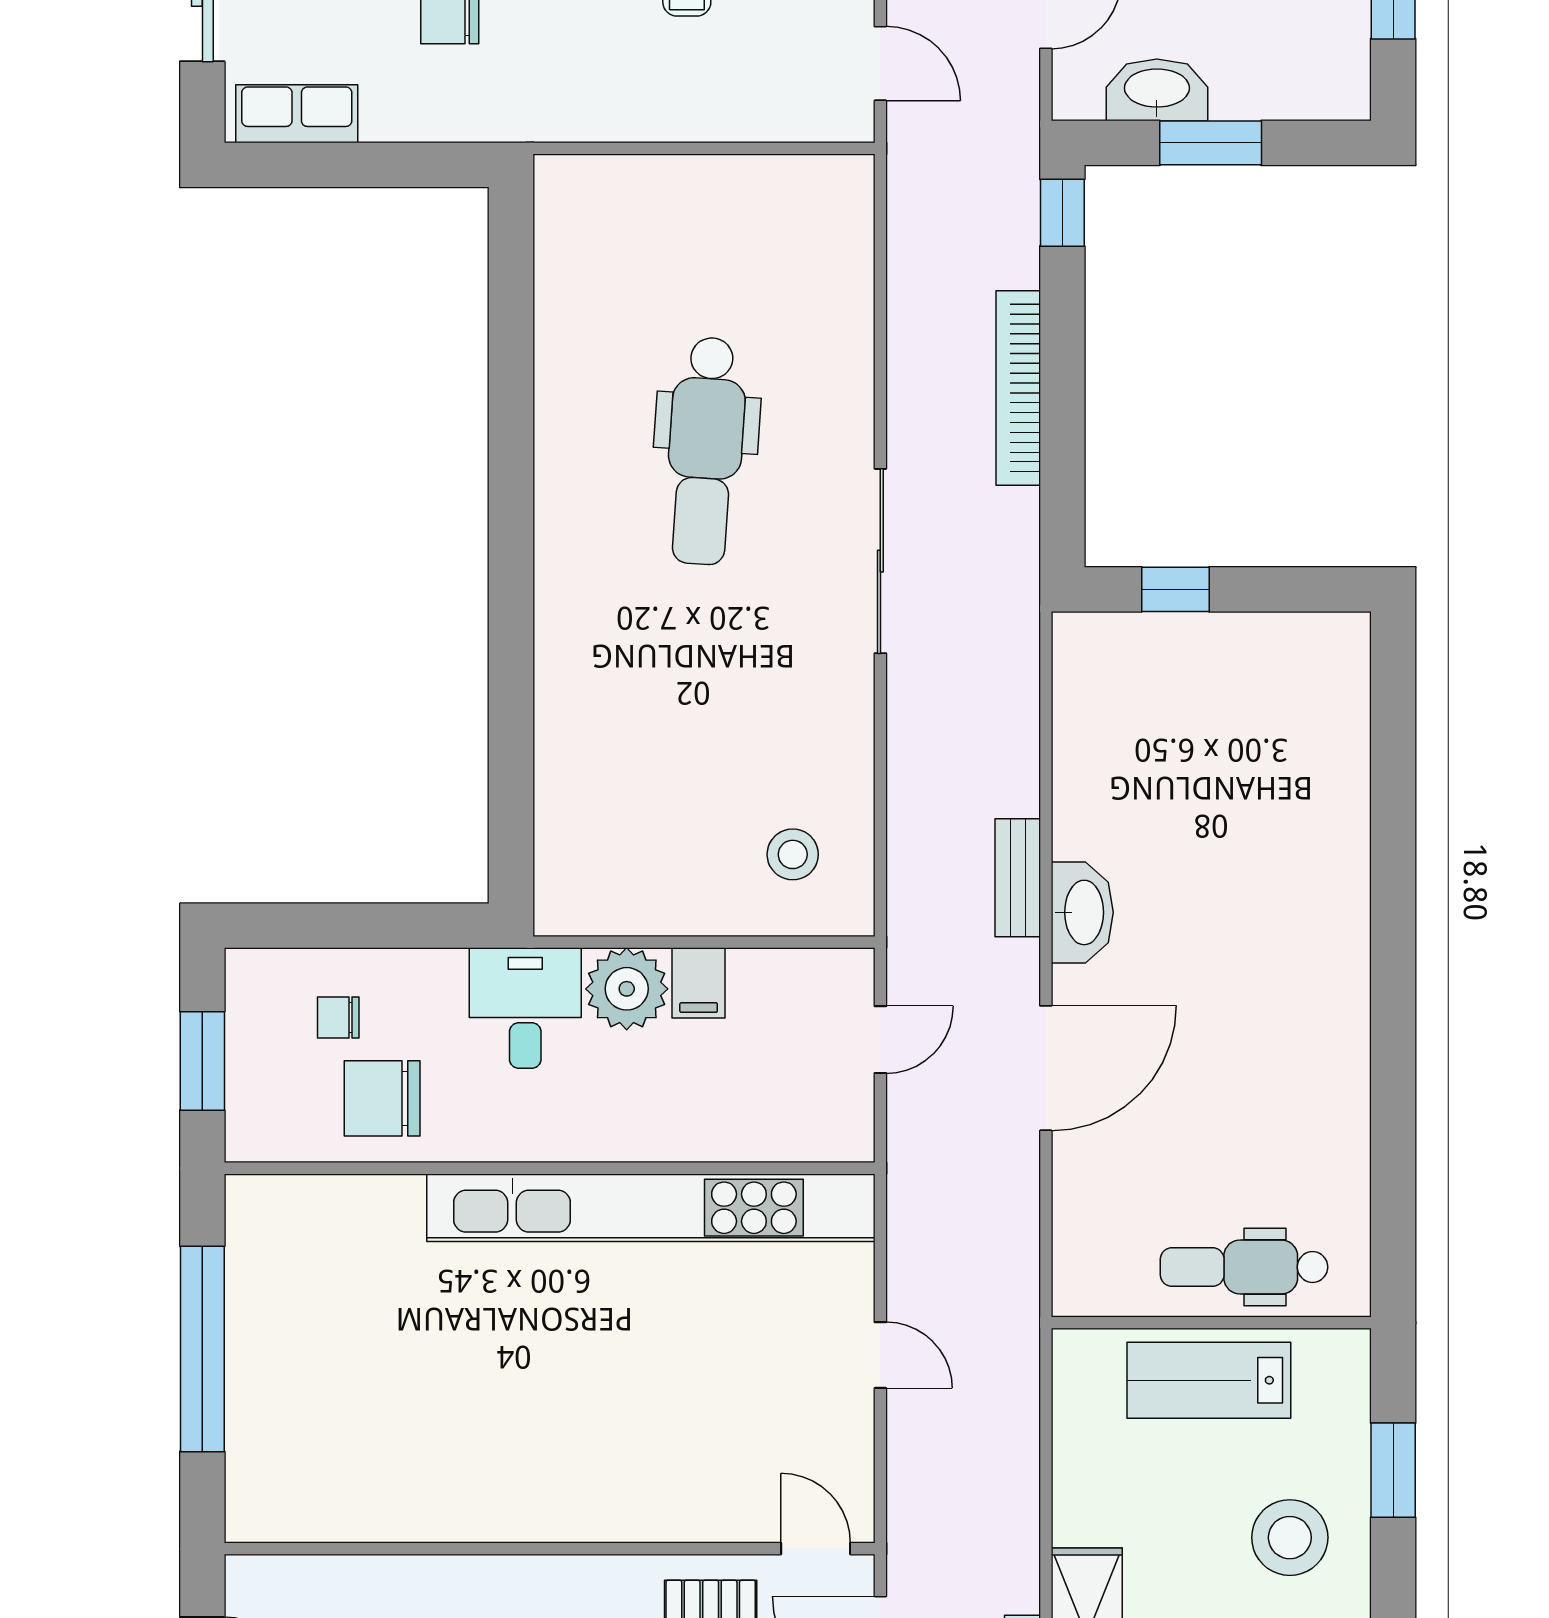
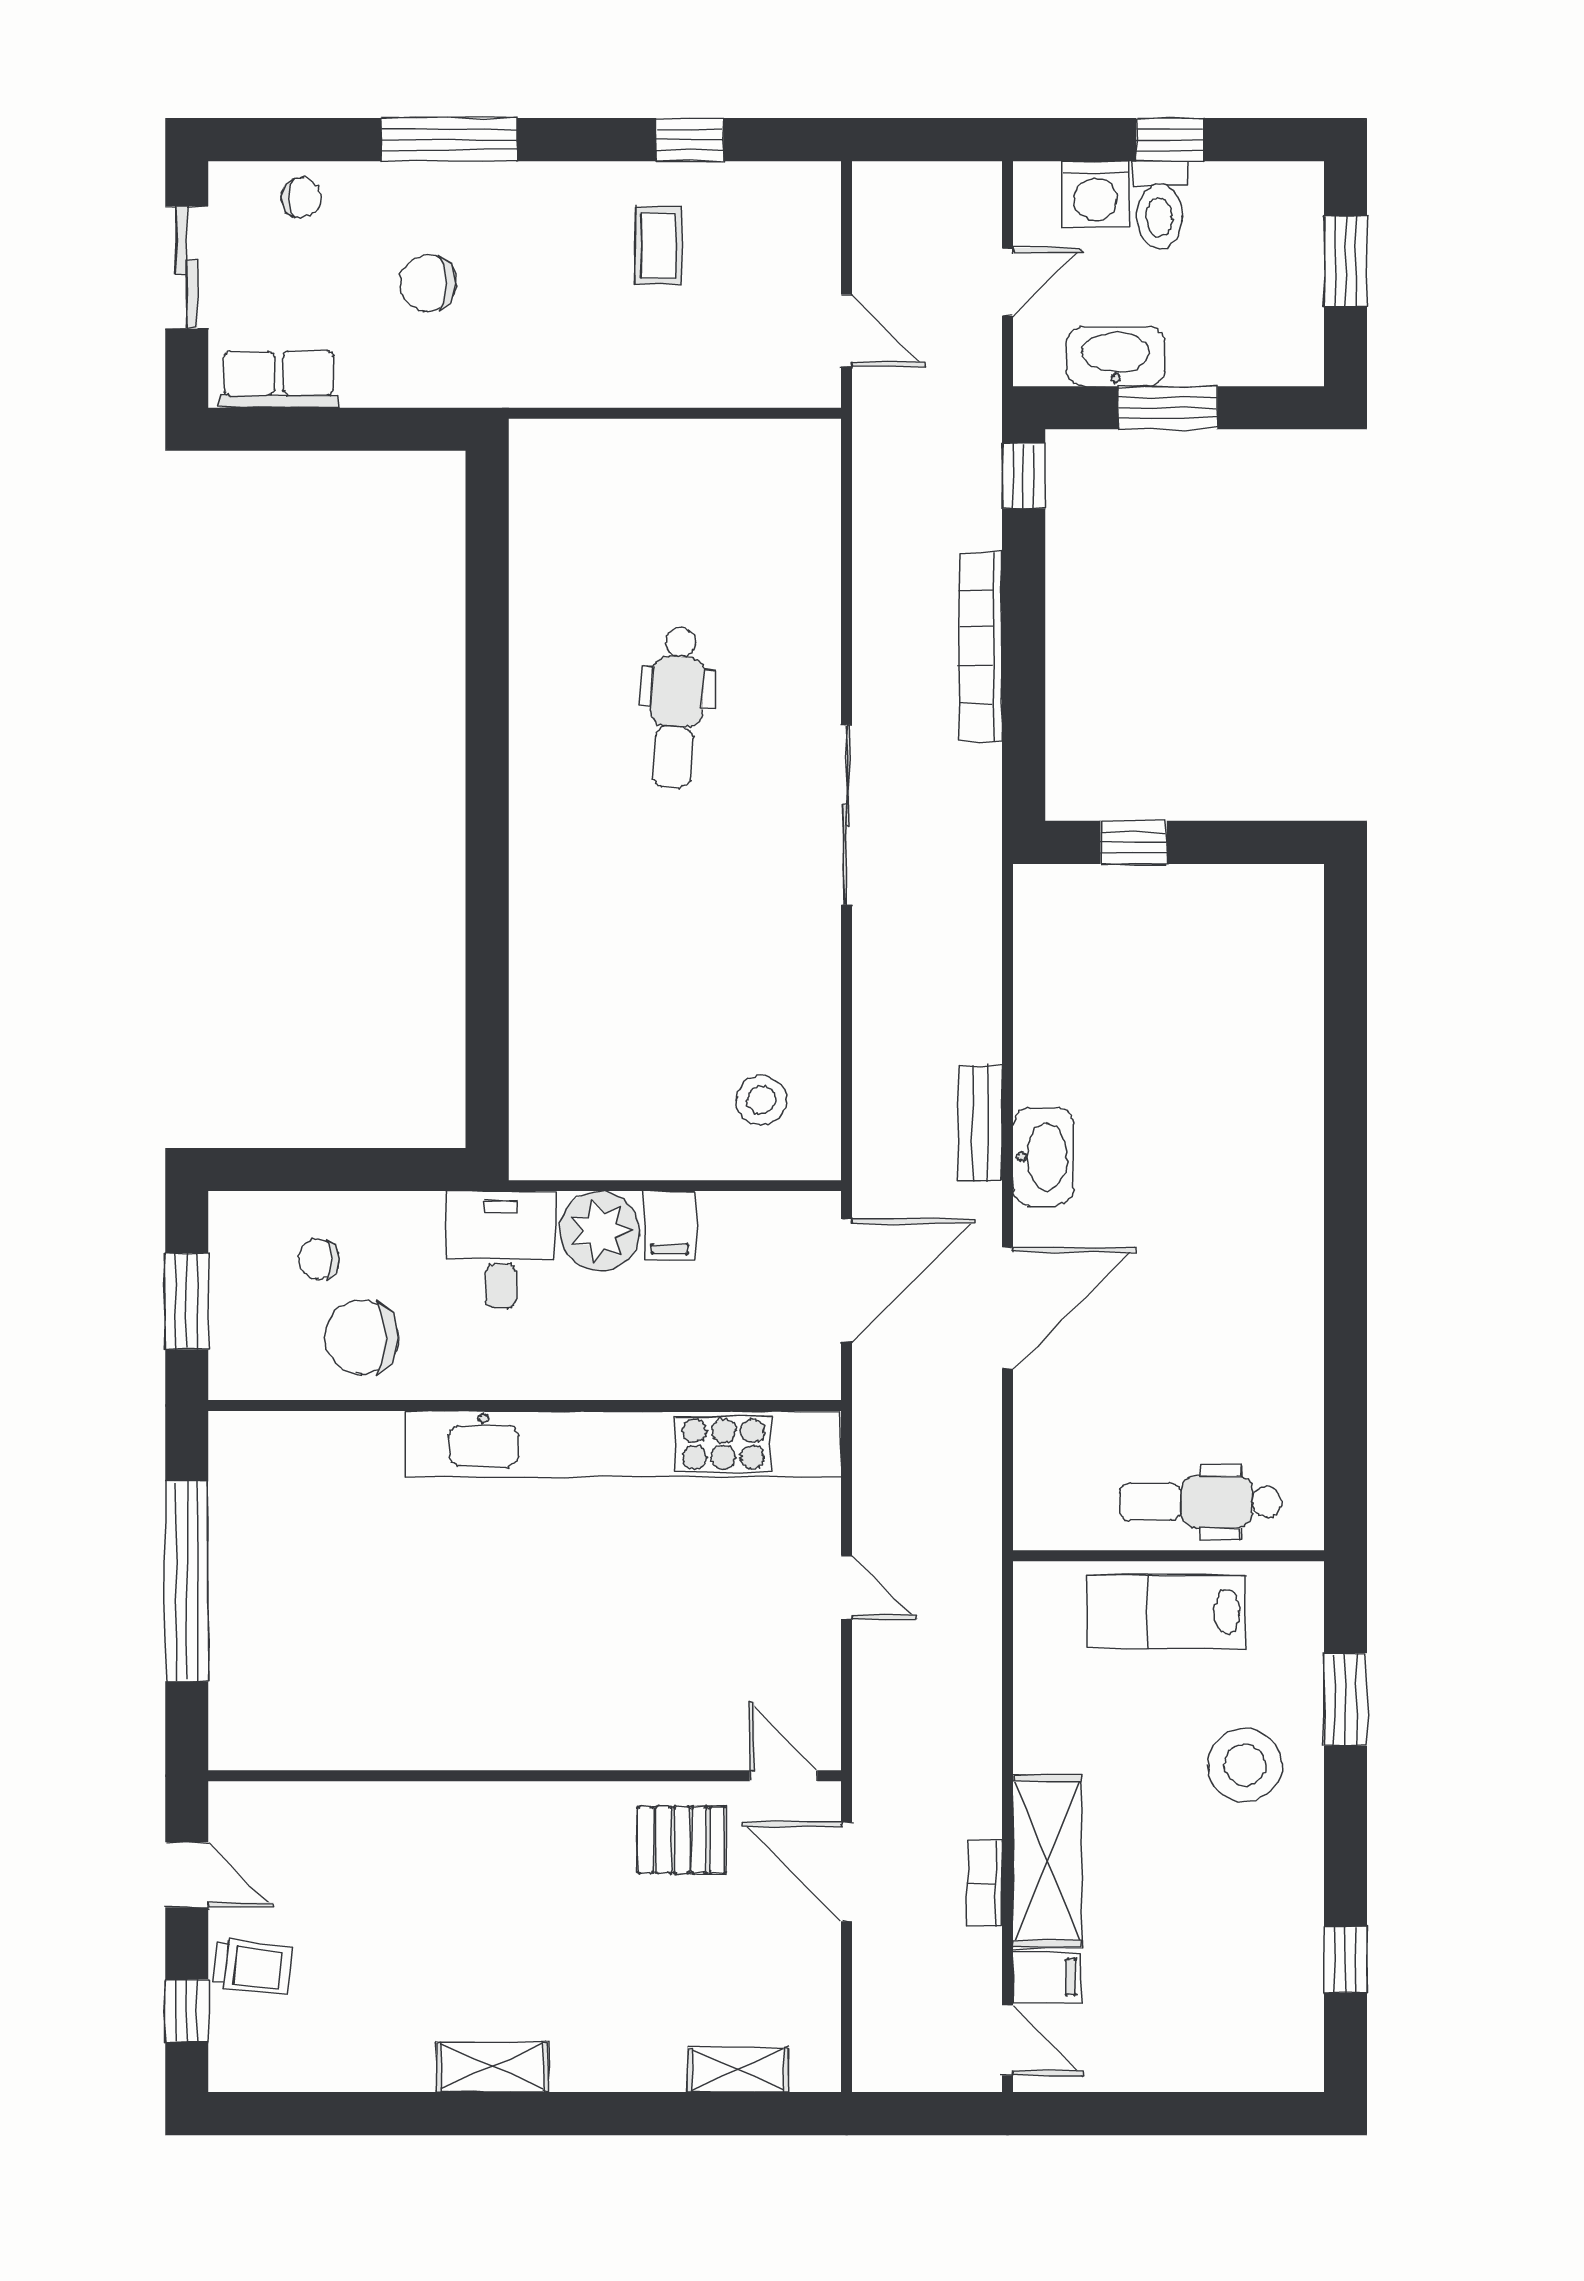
dental chair: (705, 451) -> (676, 708), width x0.73, depth x0.72
door: (880, 1040) -> (847, 1280), width x1.88

